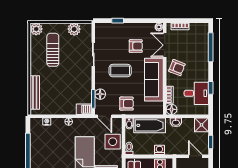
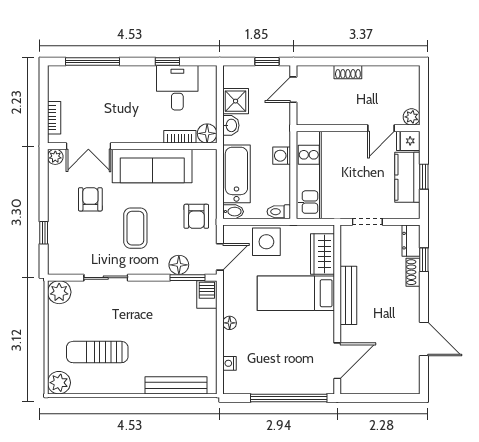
plant: (74, 29) -> (59, 292), moved
armchair: (177, 68) -> (130, 124), removed
armchair: (127, 104) -> (196, 216), turned 180
shower: (201, 125) -> (236, 101), moved

